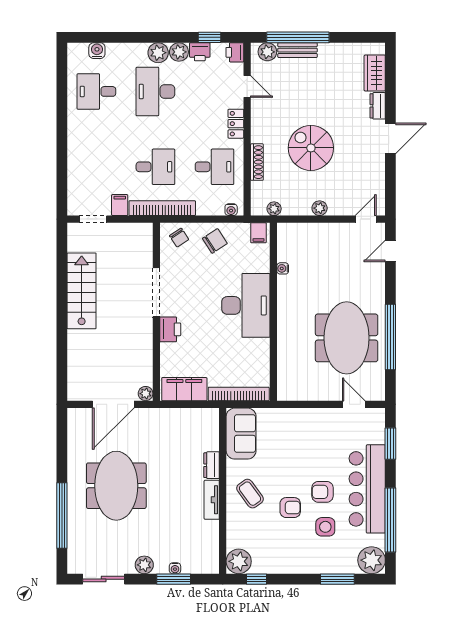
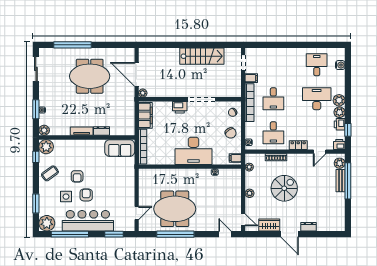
wardrobe: (375, 73) -> (269, 225), moved
coffee table: (250, 494) -> (50, 173), moved
plant: (144, 565) -> (44, 130), moved

